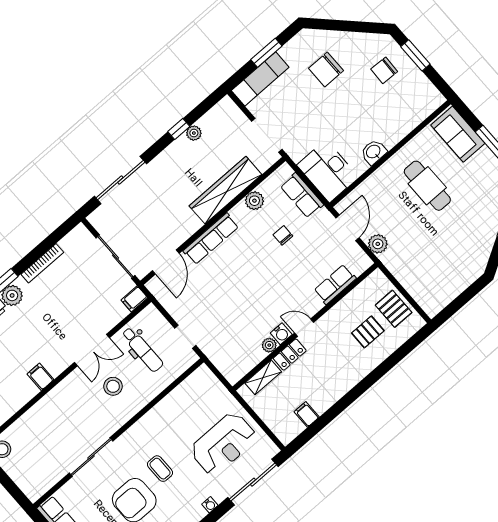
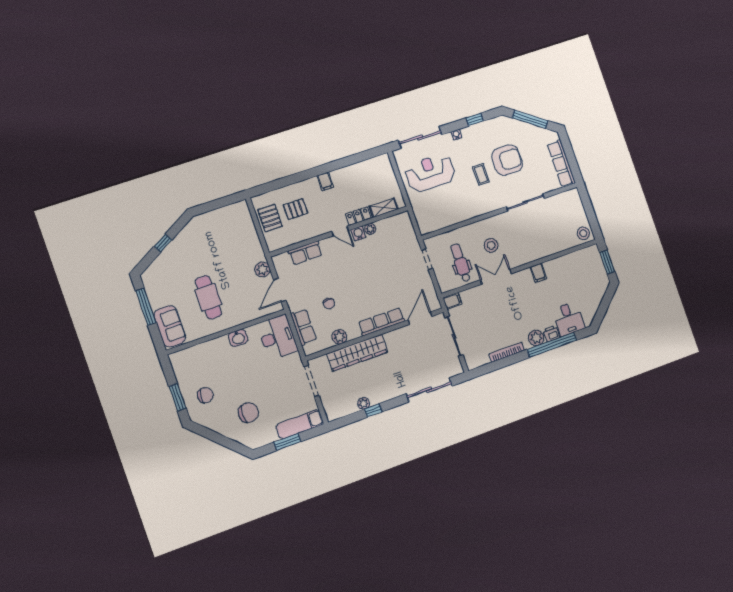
filing cabinet: (307, 414) -> (325, 181), moved

